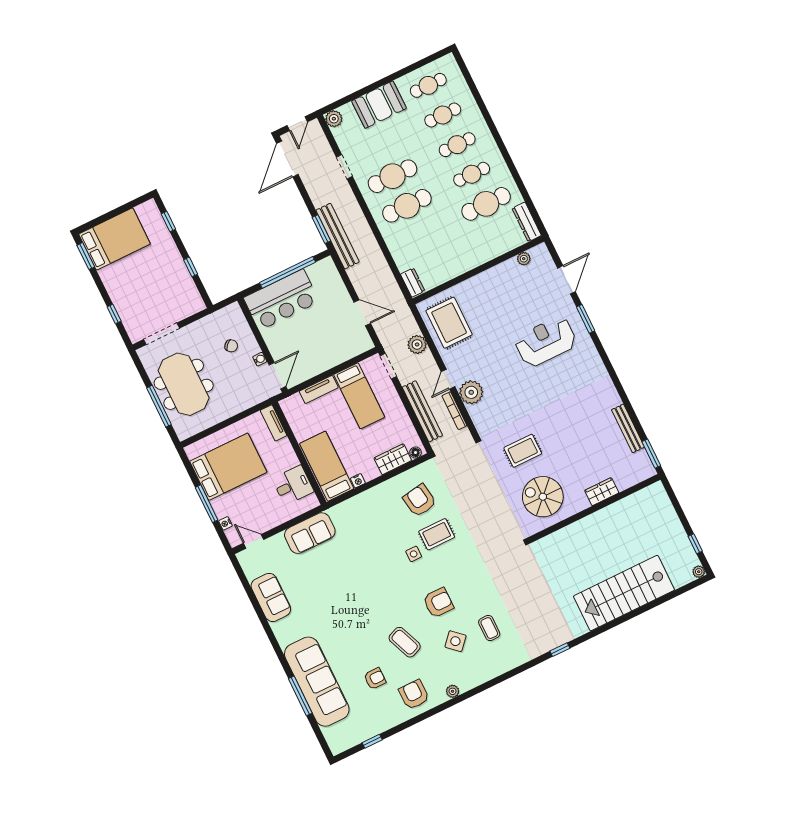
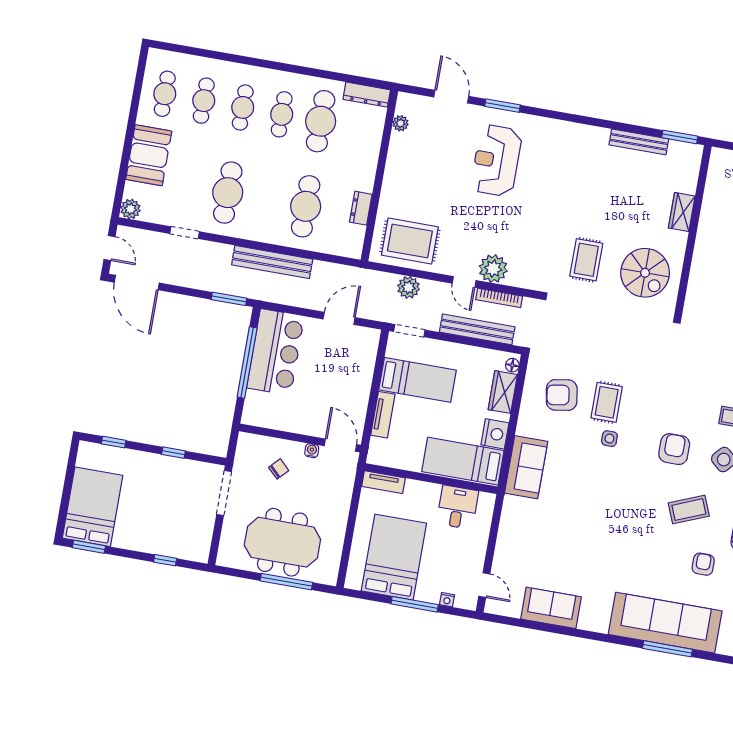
cafe table: (407, 206) -> (306, 206), moved
bench: (338, 236) -> (272, 262), moved
dresser: (413, 283) -> (361, 208), moved, turned -90
bar counter: (281, 300) -> (276, 352), moved
doorway: (162, 334) -> (224, 493), moved
nightstand: (358, 481) -> (495, 434), width x1.89, depth x1.79
spiral stairs: (543, 497) -> (645, 273), turned -90
sofa: (310, 533) -> (526, 467), moved
door: (254, 541) -> (484, 585), swing flipped

